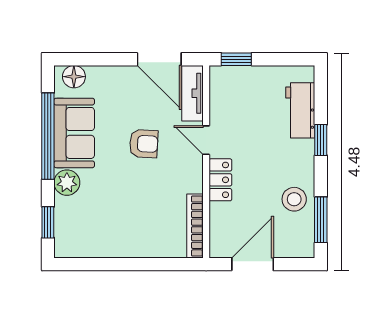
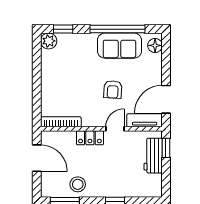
workbench: (300, 110) -> (153, 156), moved, turned -90
plant: (67, 183) -> (49, 41), moved

